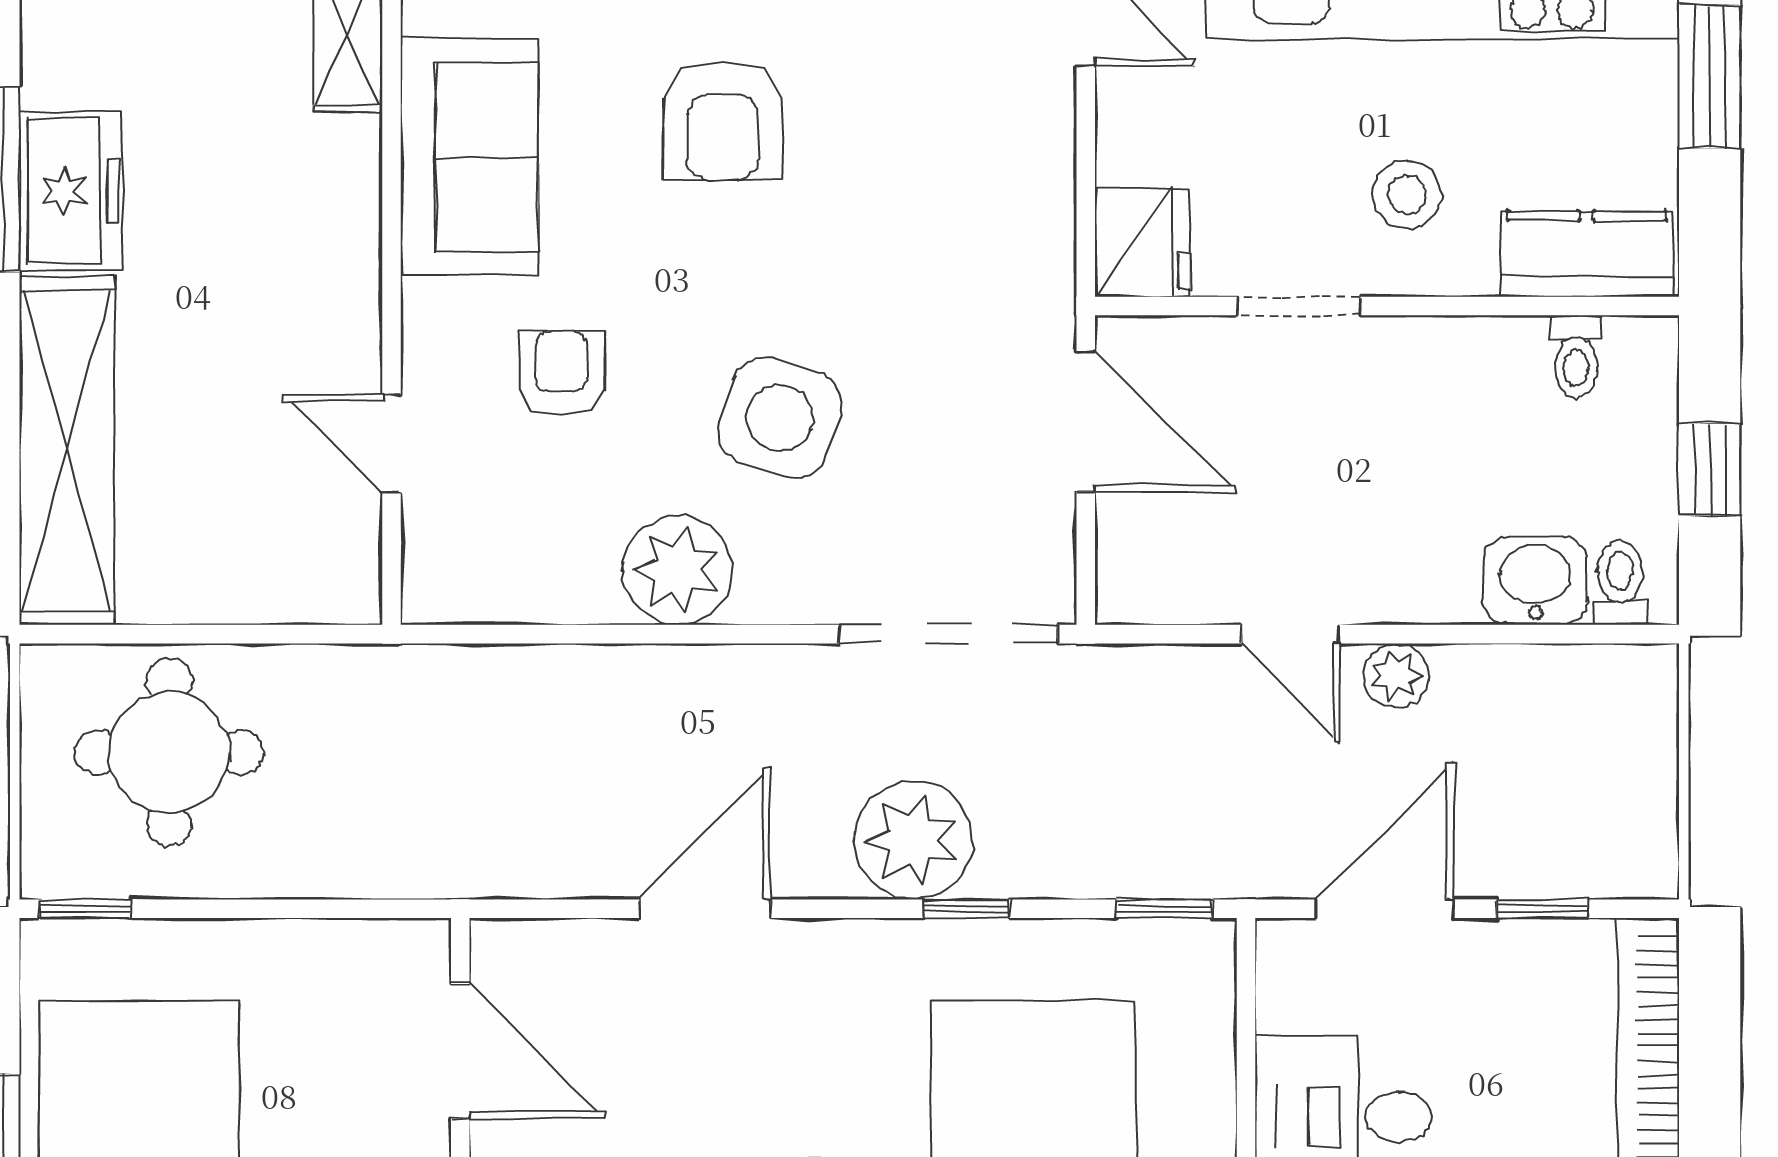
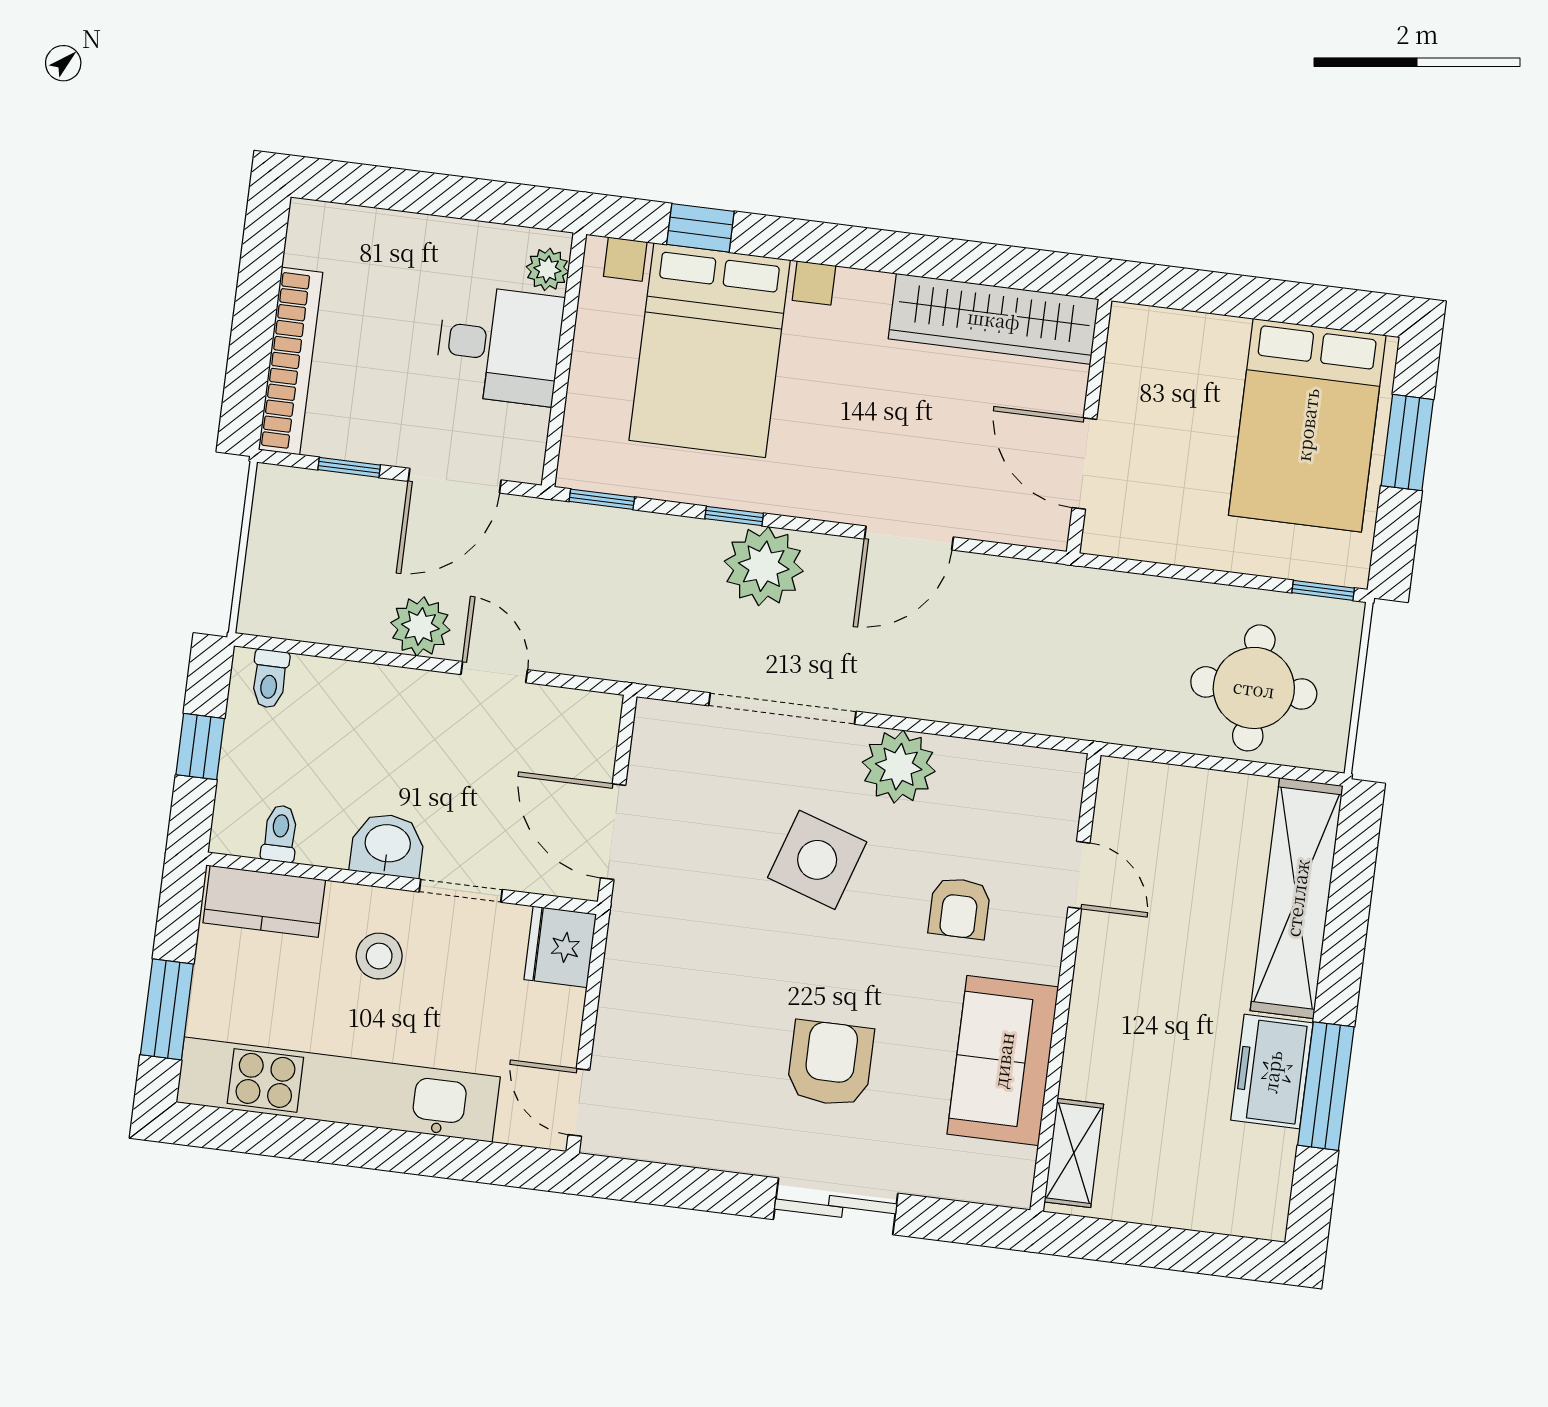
washbasin: (1535, 581) -> (388, 845), moved, turned 180
doorway: (948, 634) -> (782, 709), moved
plant: (1396, 676) -> (420, 626), width x1.38, depth x1.38

